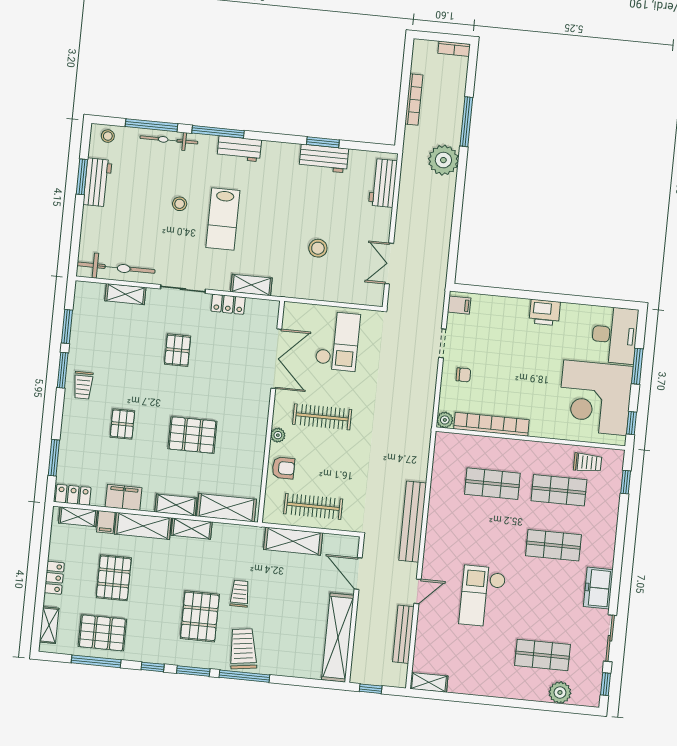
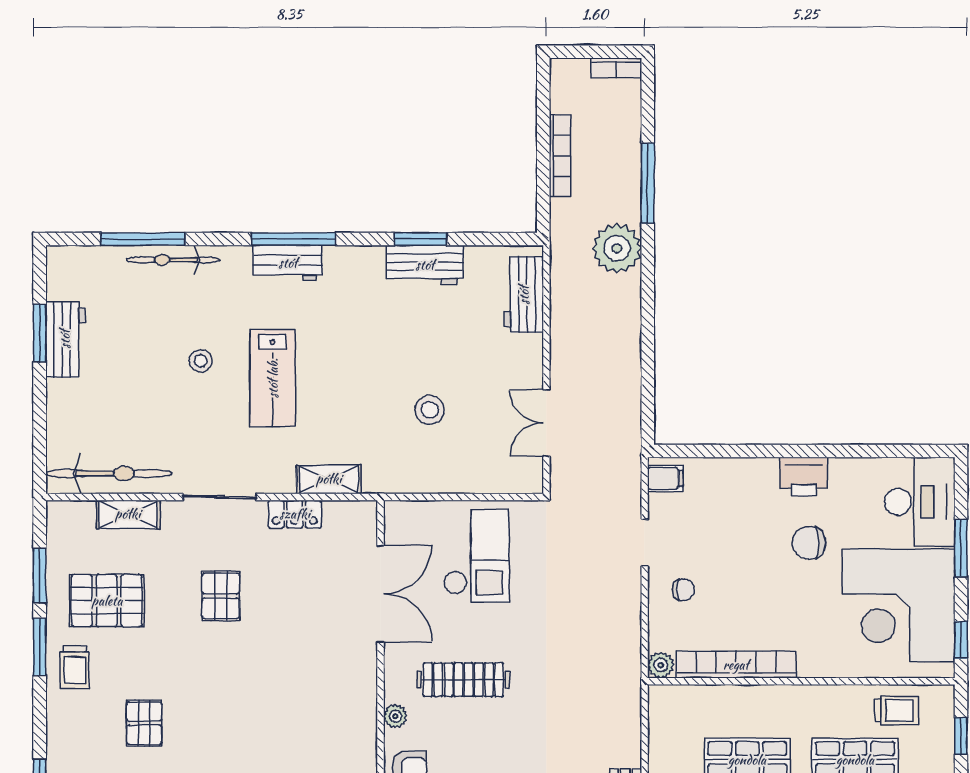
window: (218, 132) -> (293, 239), moved
stool: (108, 136) -> (75, 263), removed
chair: (544, 354) -> (809, 543), added
pallet: (192, 435) -> (107, 601), moved

